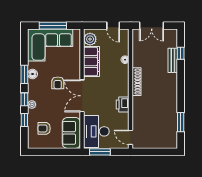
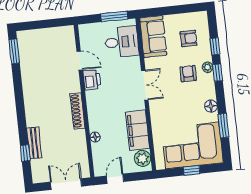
window: (53, 26) -> (192, 170), width x0.46
door: (113, 26) -> (115, 179), hinge flipped
window: (24, 74) -> (223, 126), moved
armchair: (58, 83) -> (188, 74), moved
double door: (82, 96) -> (145, 85), width x0.73
window: (181, 122) -> (14, 51), moved
desk: (96, 131) -> (122, 42), width x0.73
door: (131, 137) -> (80, 61), moved

